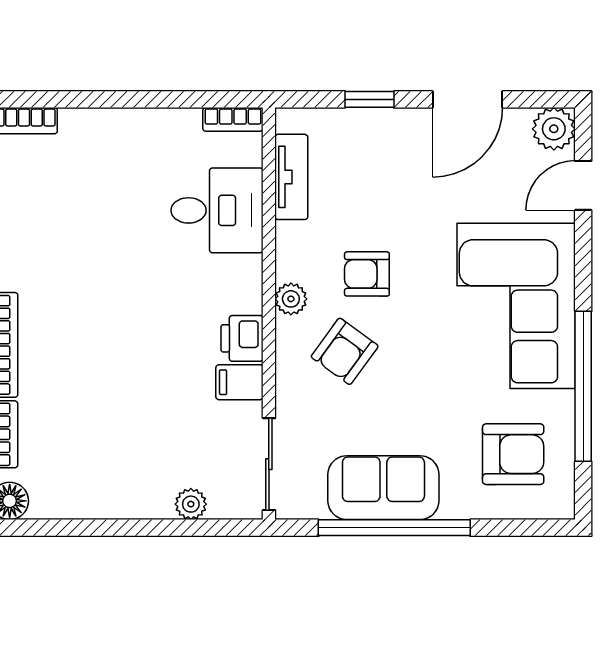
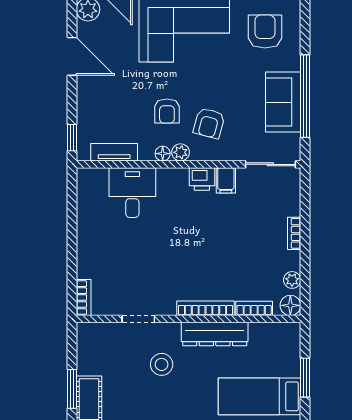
window: (369, 99) -> (72, 138), moved
bookcase: (233, 119) -> (294, 233), moved, turned 180
floor lamp: (289, 266) -> (163, 154), added
armchair: (345, 351) -> (209, 123), turned 69
plant: (191, 504) -> (292, 280), moved

